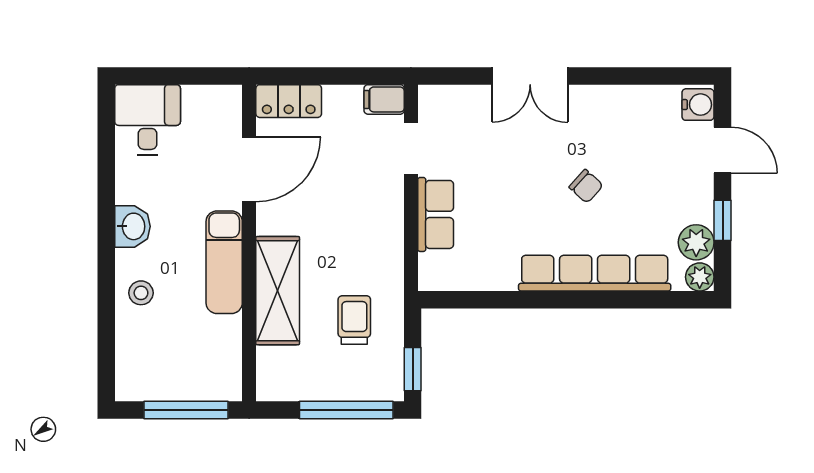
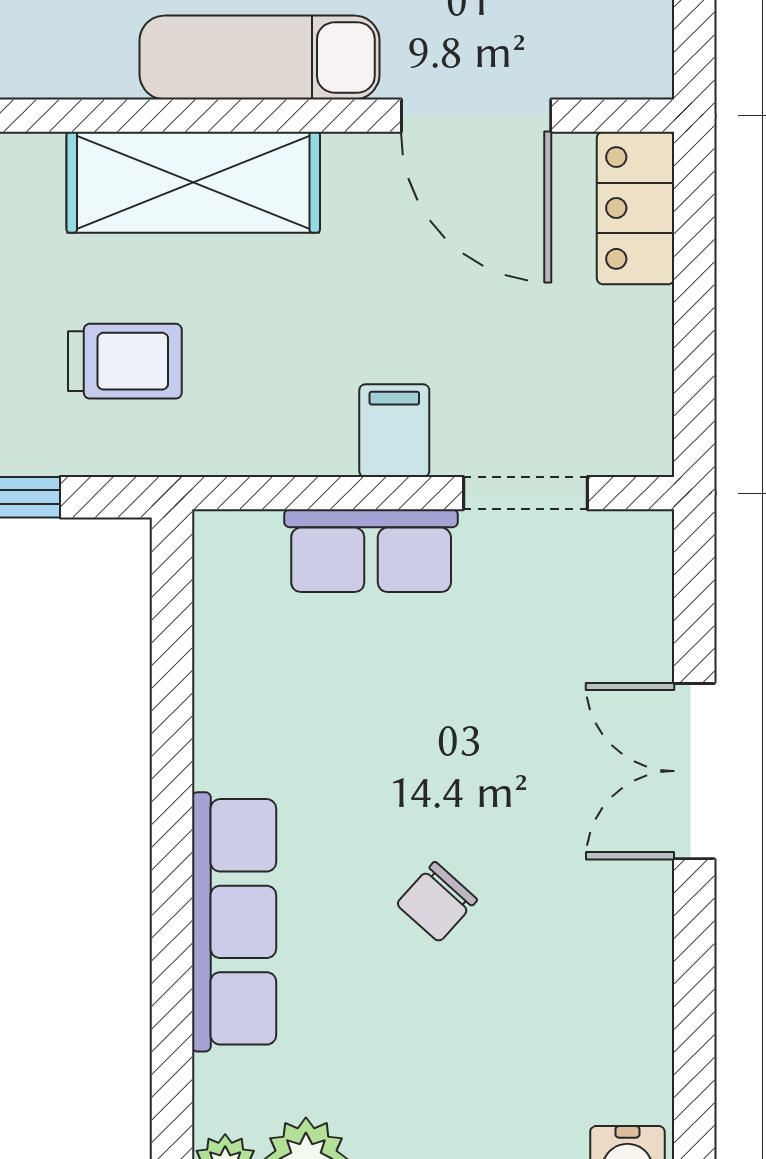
filing cabinet: (384, 99) -> (394, 431), moved
row of seats: (595, 273) -> (234, 922), width x0.73

